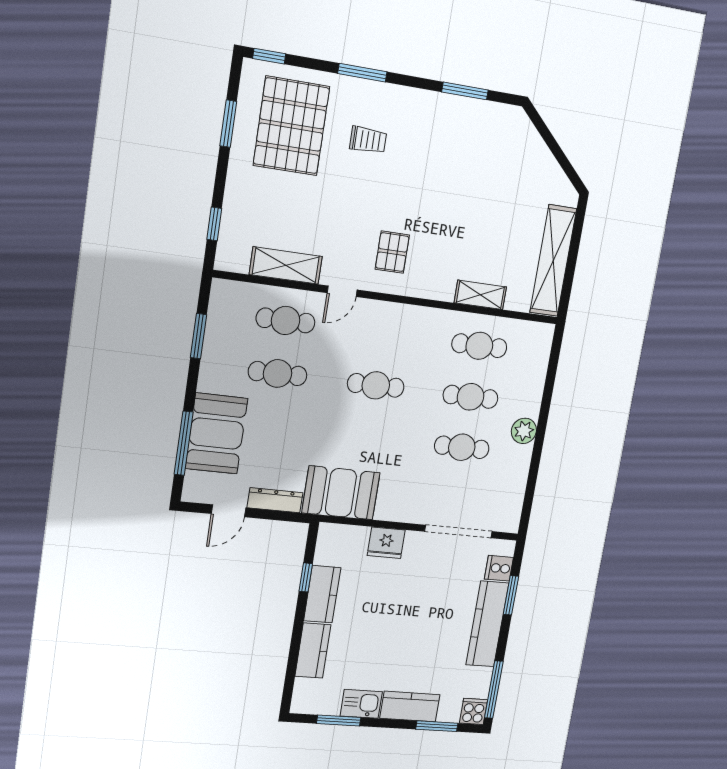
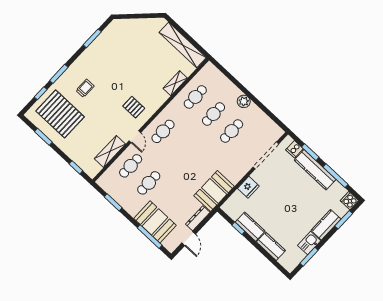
window: (269, 56) -> (41, 93), moved
cafe table: (376, 385) -> (163, 131), moved
window: (494, 690) -> (335, 176), moved

